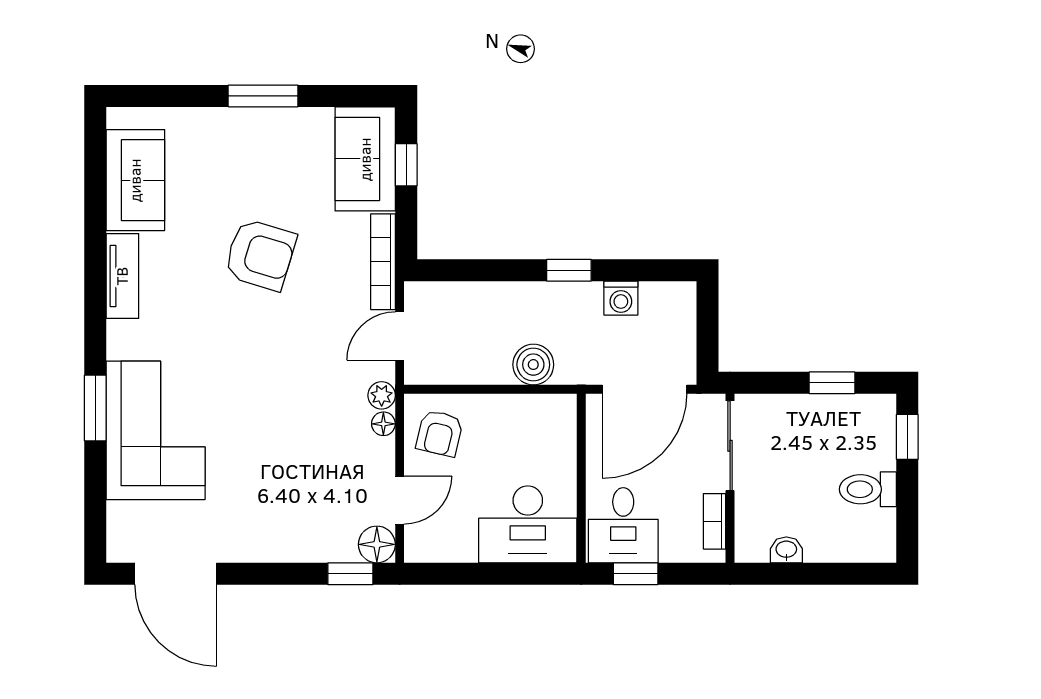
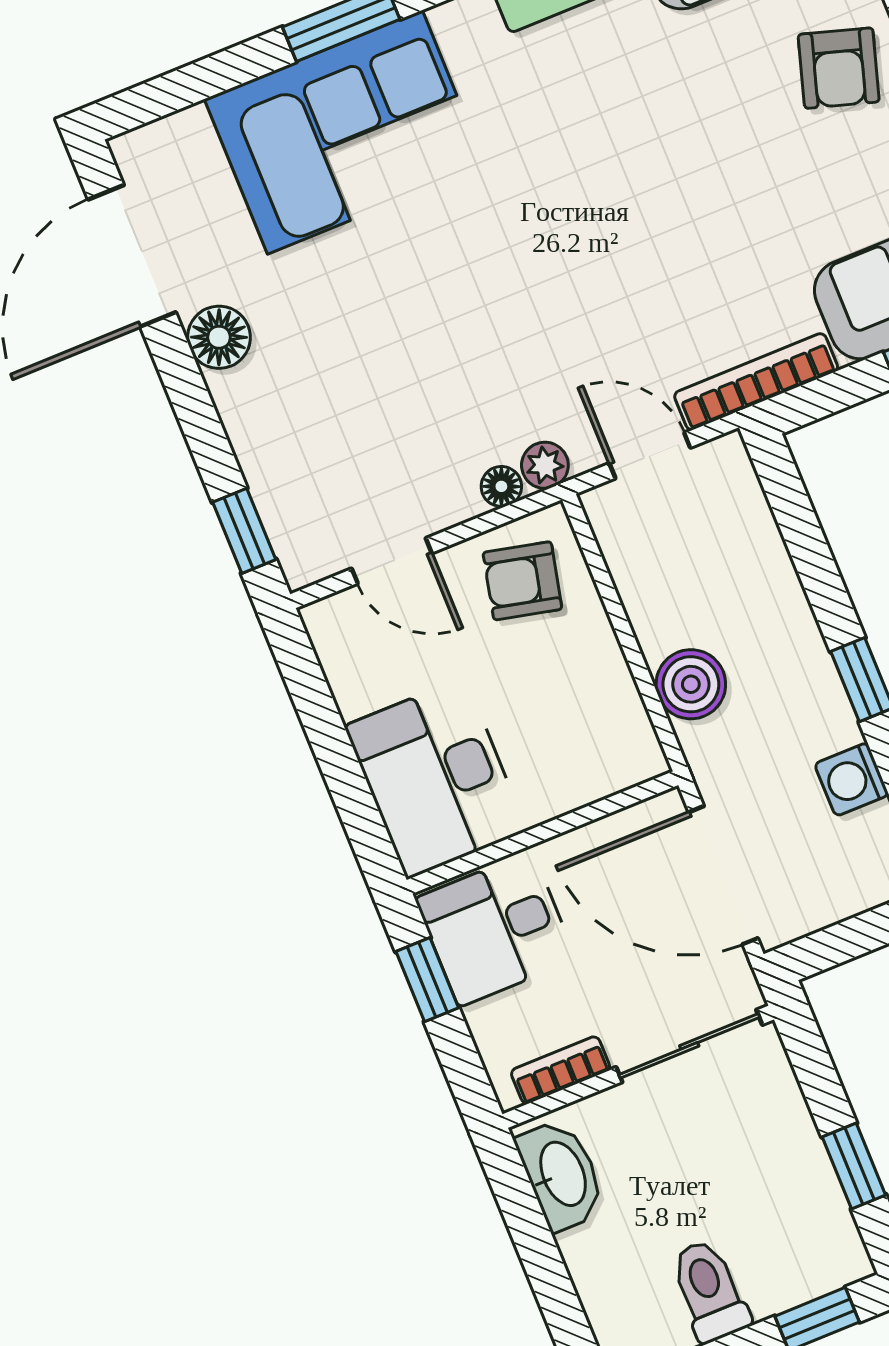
armchair: (260, 255) -> (839, 68), moved, width x0.72, depth x0.72
floor lamp: (377, 544) -> (219, 337), moved
washbasin: (786, 550) -> (561, 1175), width x1.91, depth x1.45

